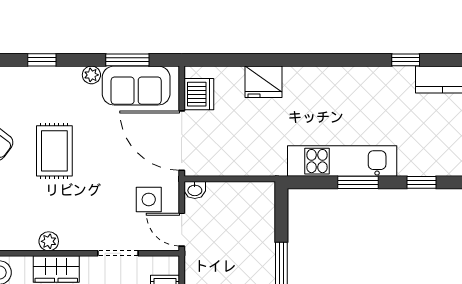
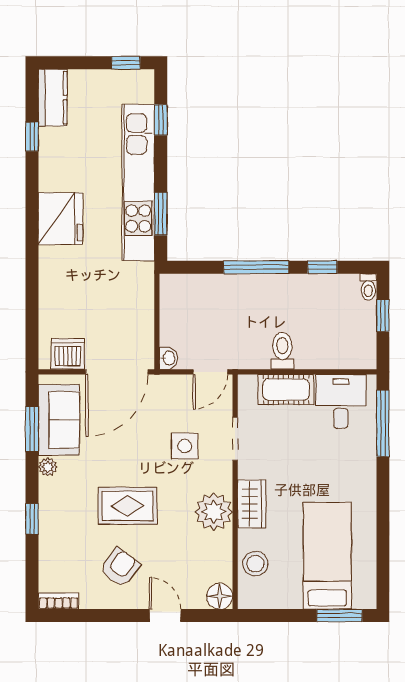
fridge: (263, 82) -> (61, 219), moved, width x1.36, depth x1.34
kitchen unit: (342, 161) -> (138, 183), width x1.36
window: (358, 182) -> (161, 214), moved
side table: (149, 199) -> (185, 446), moved
plant: (49, 241) -> (214, 512), width x1.88, depth x1.88

